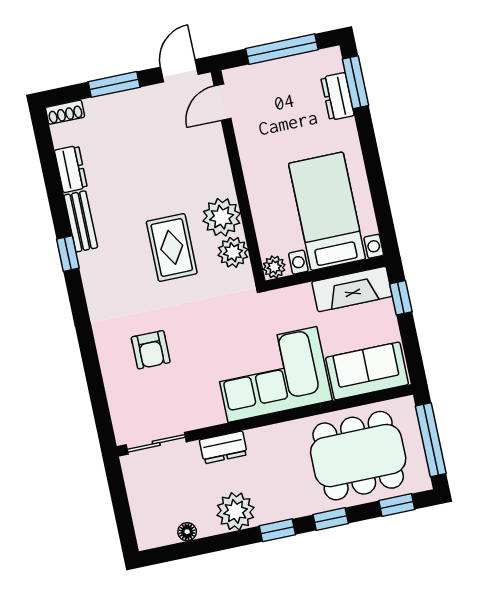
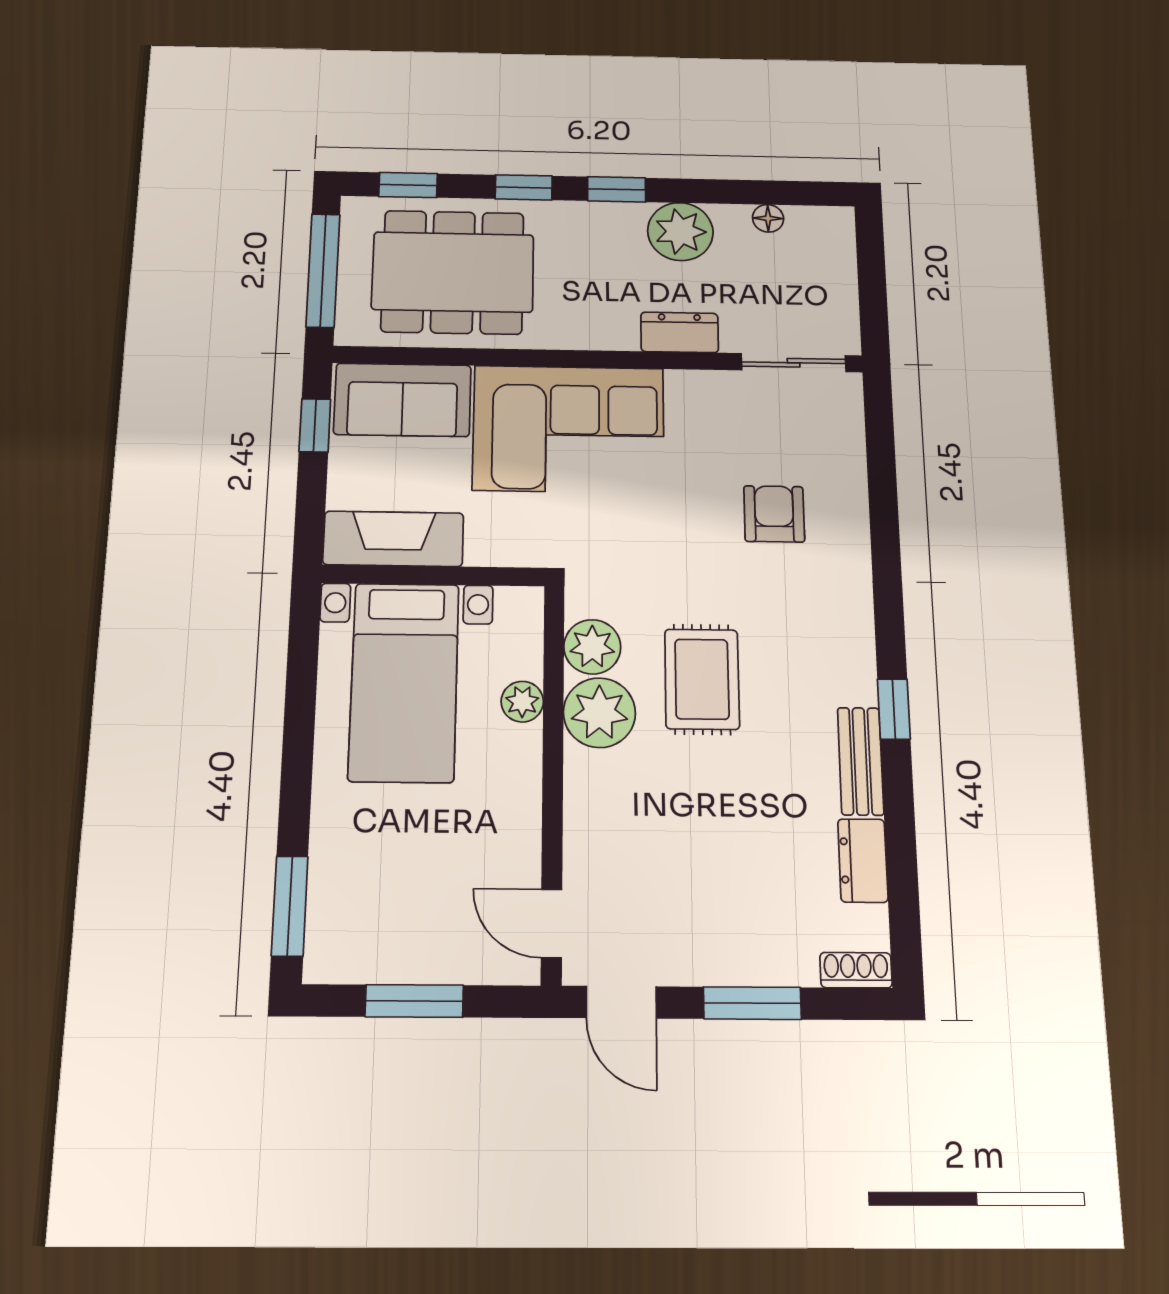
window: (282, 49) -> (414, 1001), width x0.69
door: (179, 71) -> (621, 1002), hinge flipped
dresser: (338, 96) -> (331, 887), removed
door: (223, 102) -> (552, 923), swing flipped
plant: (274, 267) -> (522, 702), moved
window: (401, 298) -> (315, 425), moved

